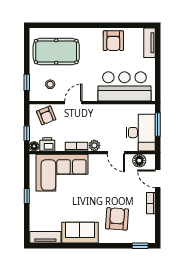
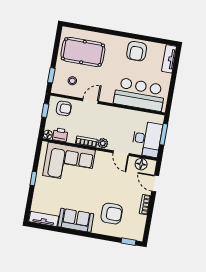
armchair: (46, 115) -> (64, 108), turned -68
window: (27, 133) -> (45, 111), moved
armchair: (117, 219) -> (112, 214), turned 86

